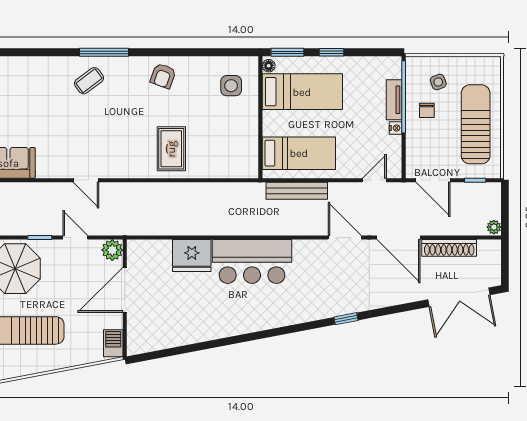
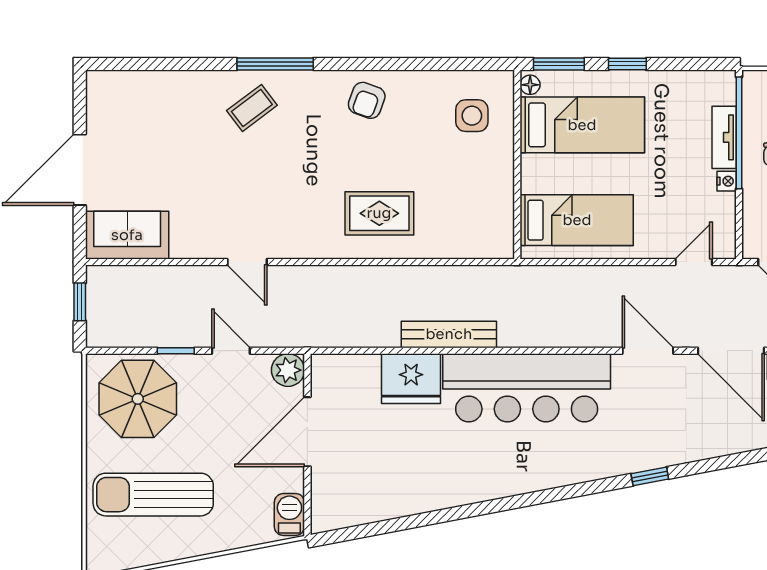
rug: (171, 149) -> (379, 213), turned 90
bench: (297, 191) -> (449, 334), moved
bar counter: (252, 261) -> (527, 388), width x1.36

